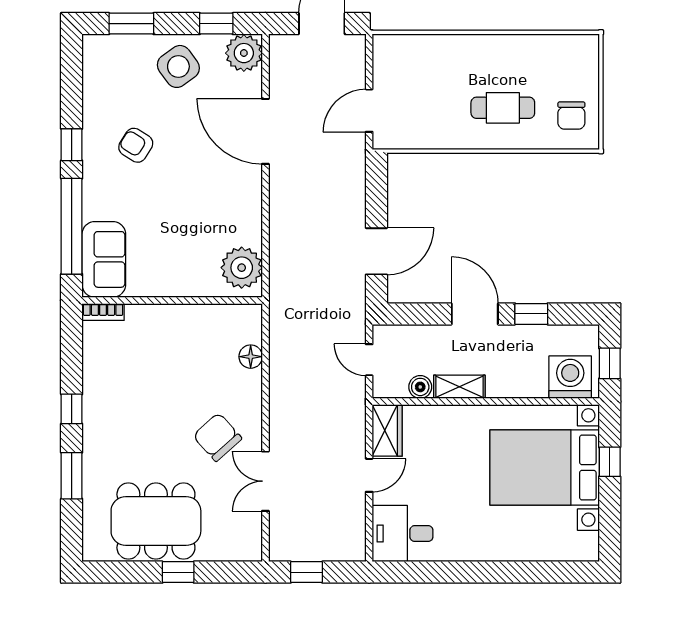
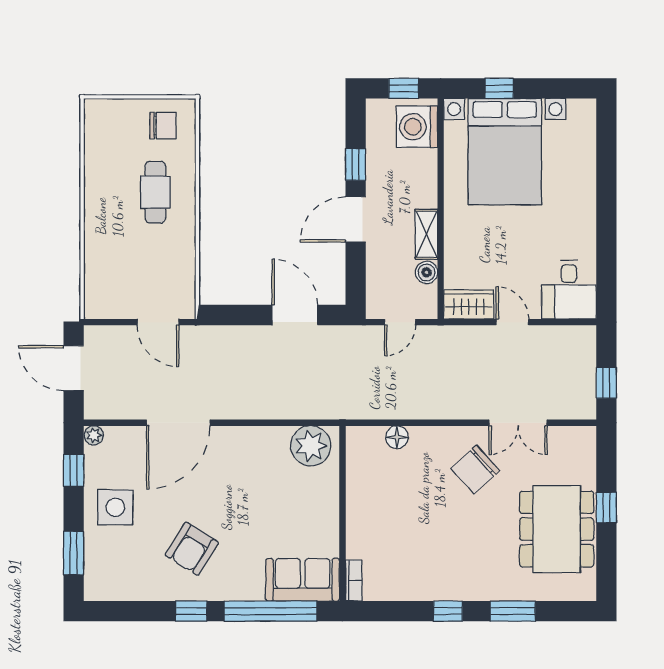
plant: (244, 53) -> (94, 435), width x0.53, depth x0.53
side table: (178, 66) -> (115, 507), turned 36
armchair: (136, 145) -> (192, 549), width x1.38, depth x1.38

